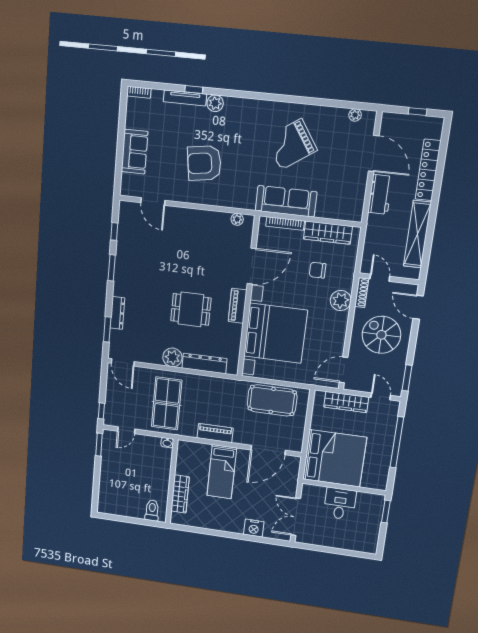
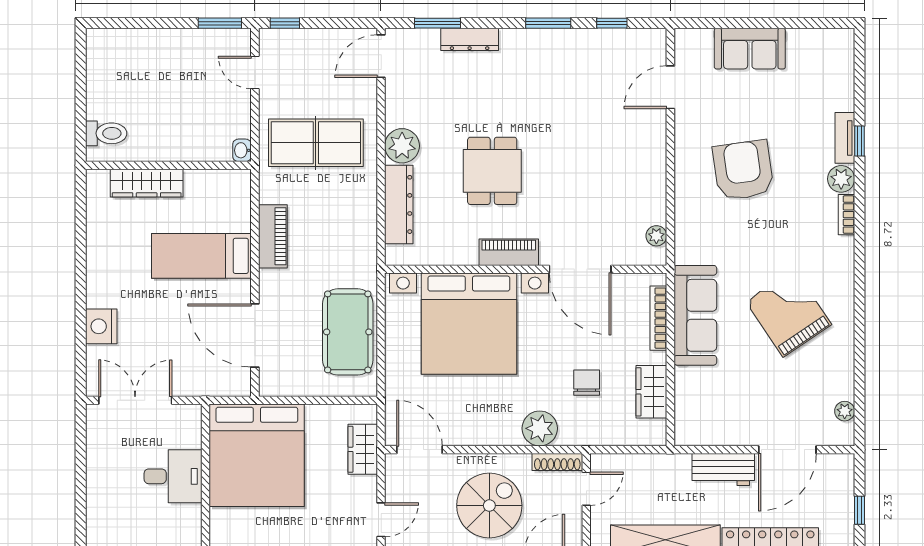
bookcase: (139, 92) -> (846, 215), moved
tv unit: (185, 98) -> (845, 138), width x0.71
wardrobe: (328, 233) -> (651, 392), width x0.67
wardrobe: (346, 402) -> (363, 449), width x0.67

